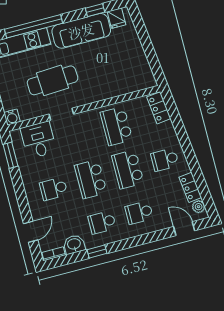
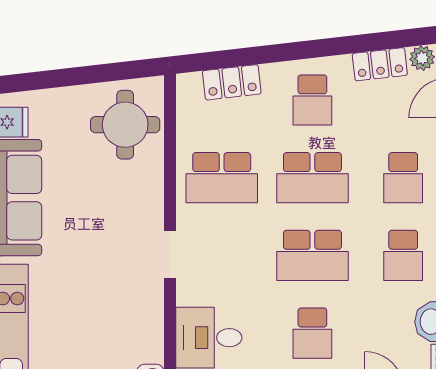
round table: (130, 73) -> (125, 125), added
cafe table: (53, 80) -> (99, 279), removed
locker: (159, 108) -> (232, 82), moved
doorway: (61, 114) -> (170, 254), moved

